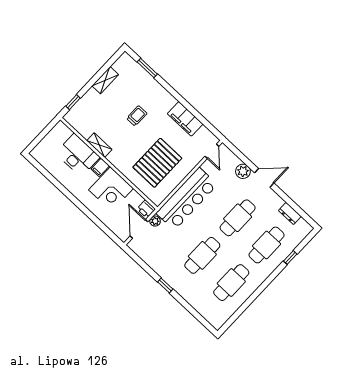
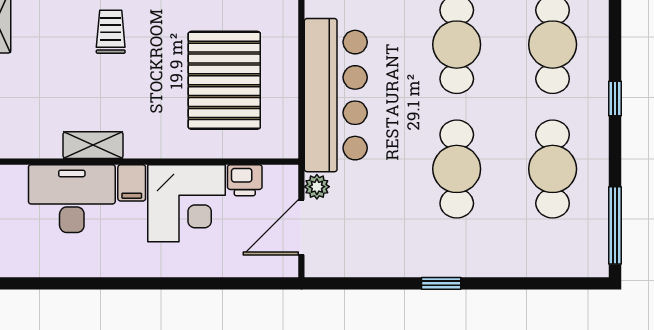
printer: (146, 209) -> (245, 180), moved
door: (139, 229) -> (301, 227), hinge flipped
window: (290, 258) -> (615, 98), moved
window: (234, 317) -> (615, 225), added

